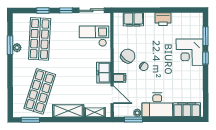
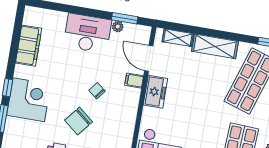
chair: (128, 56) -> (79, 121), moved
filing cabinet: (187, 110) -> (29, 46), moved, turned -90

